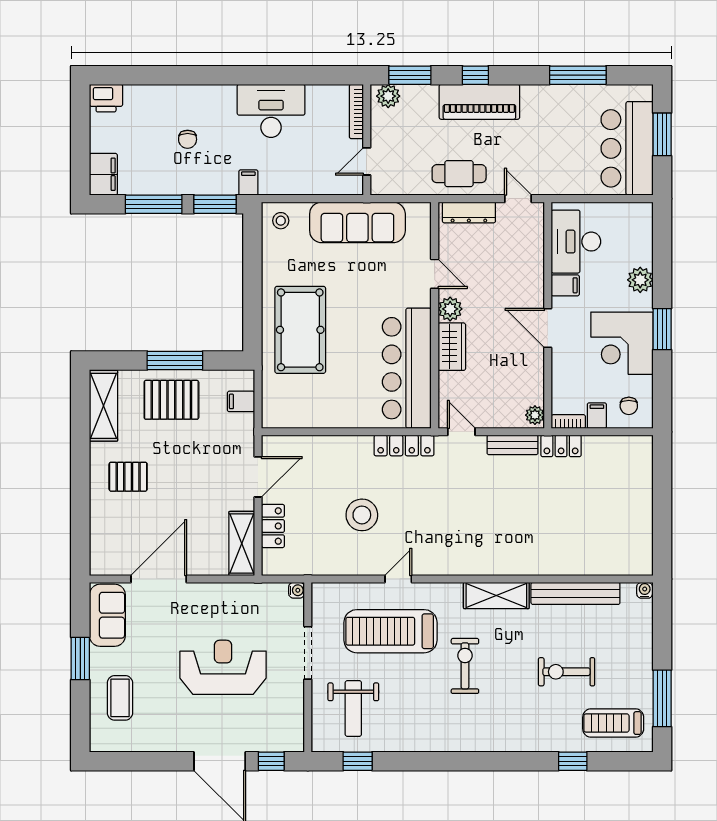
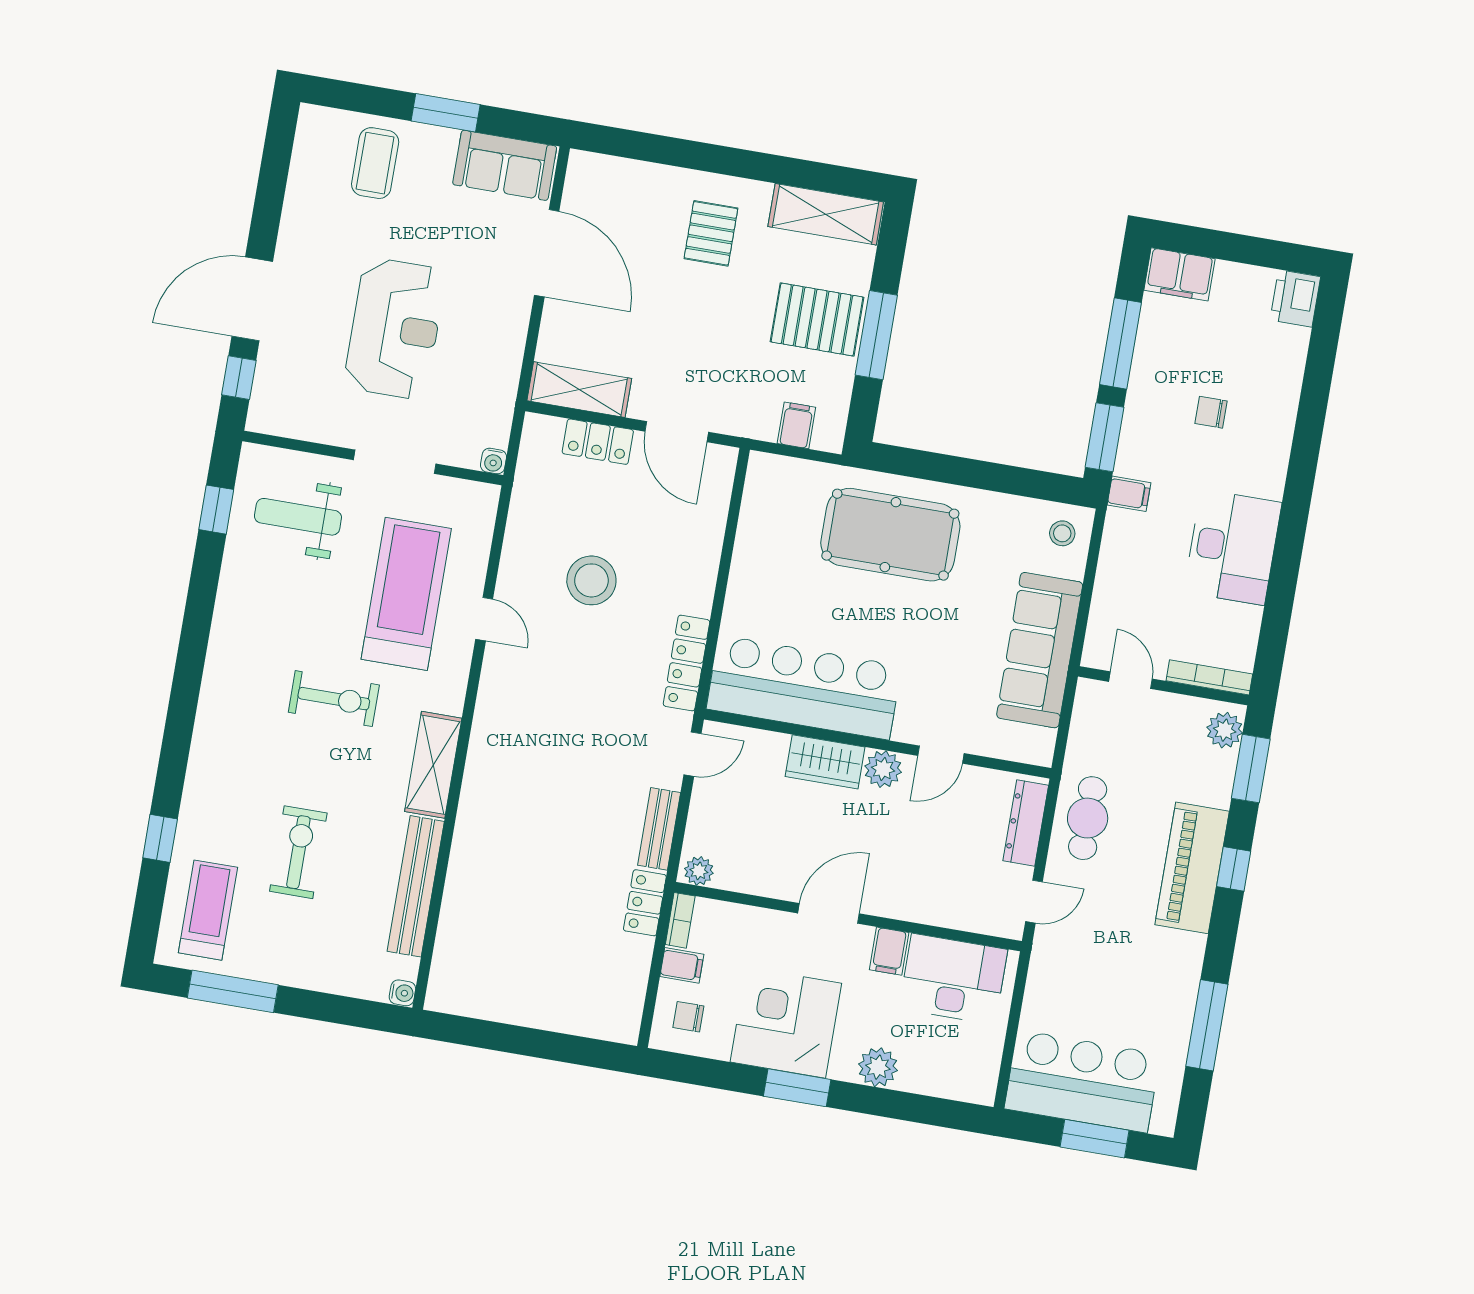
pallet: (171, 400) -> (817, 319), turned 90
coffee table: (120, 698) -> (375, 163), turned 90

